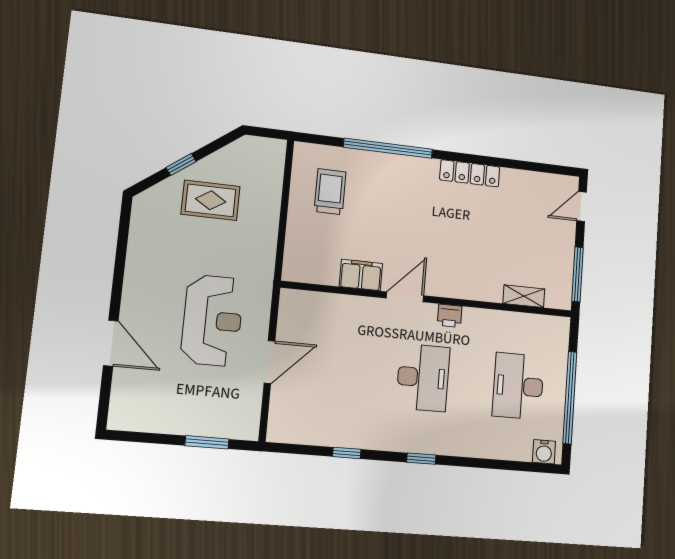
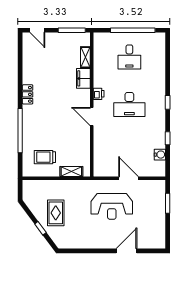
locker: (470, 173) -> (28, 94), width x0.66
shelving: (295, 243) -> (71, 172), added
filing cabinet: (361, 275) -> (83, 78), moved
reception desk: (212, 320) -> (112, 206), turned 180
desk: (423, 378) -> (129, 105), turned 180
desk: (518, 386) -> (129, 57), width x0.73
water cooler: (544, 452) -> (160, 155), moved

